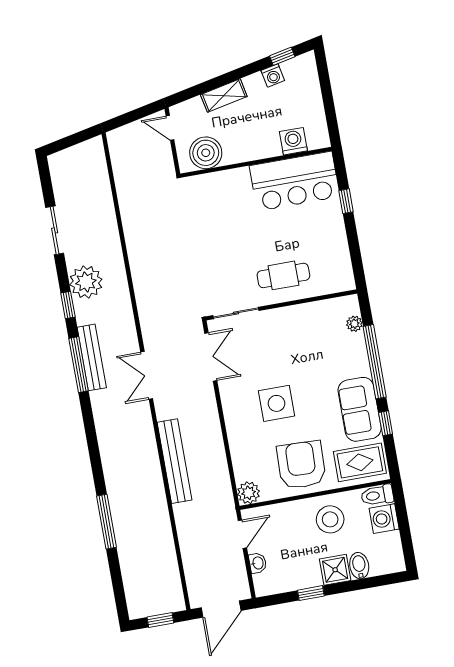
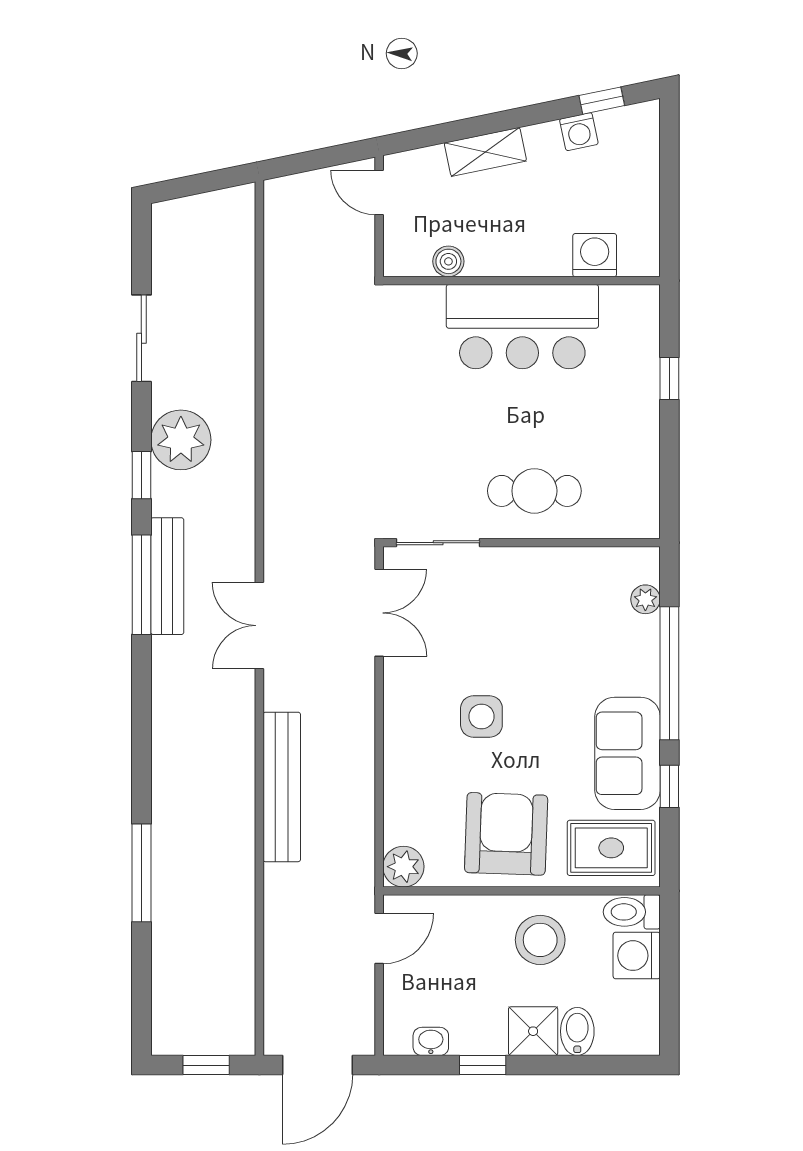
boiler: (206, 153) -> (448, 261), width x0.54, depth x0.54
bar counter: (295, 181) -> (522, 327), moved
side table: (276, 403) -> (481, 716), width x0.73, depth x0.73
washbasin: (258, 563) -> (431, 1041), moved, turned -90

